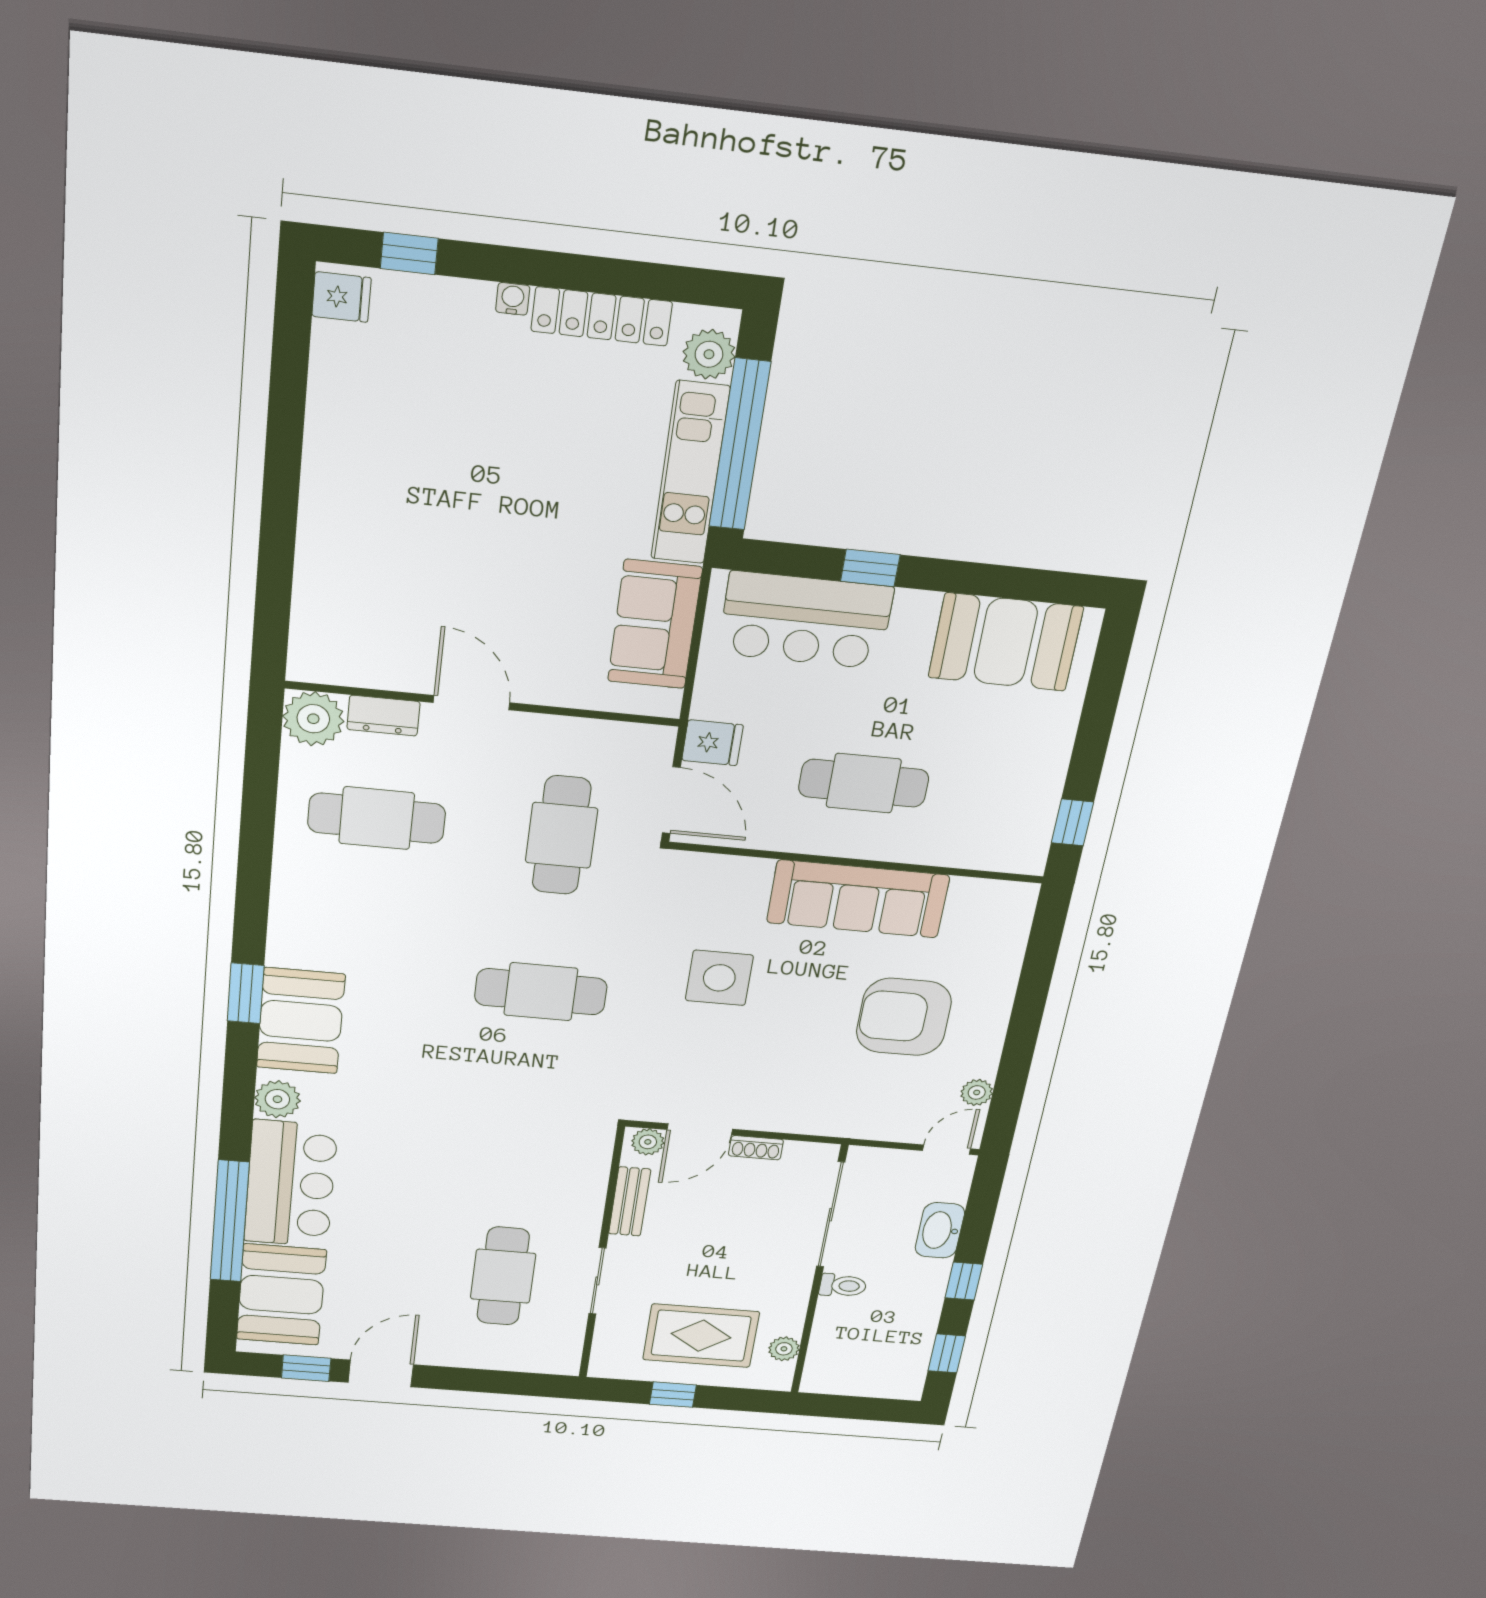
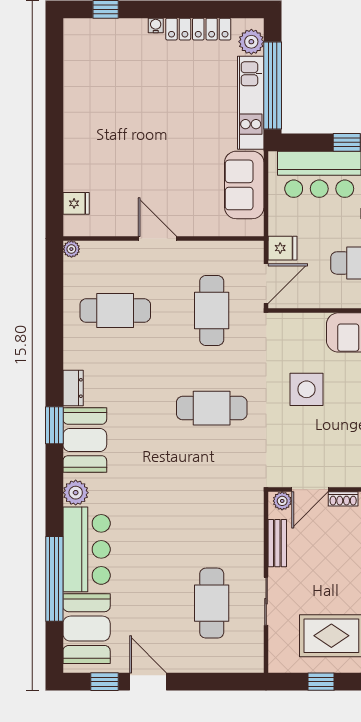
fridge: (341, 297) -> (76, 203), moved
dresser: (383, 716) -> (73, 388), moved, turned -90
plant: (313, 719) -> (71, 249), width x0.53, depth x0.53
door: (671, 800) -> (266, 284), hinge flipped
door: (381, 1374) -> (148, 682), hinge flipped

